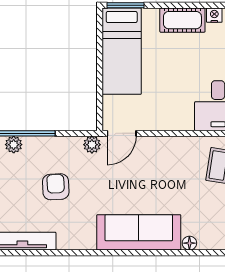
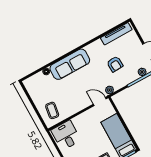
door: (122, 133) -> (100, 101), hinge flipped

